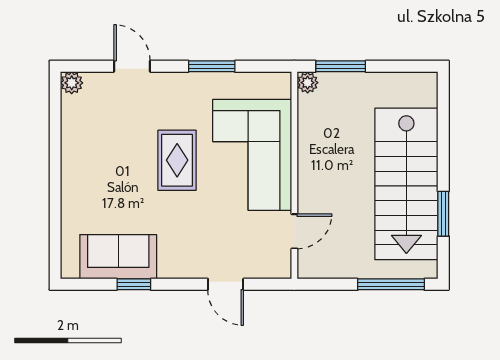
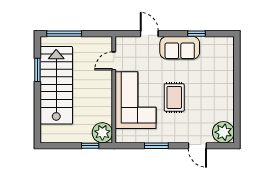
window: (341, 66) -> (90, 146), width x0.67
plant: (72, 83) -> (223, 132), width x1.88, depth x1.88
plant: (308, 83) -> (102, 133), width x1.87, depth x1.87
sofa: (118, 257) -> (180, 48), moved

